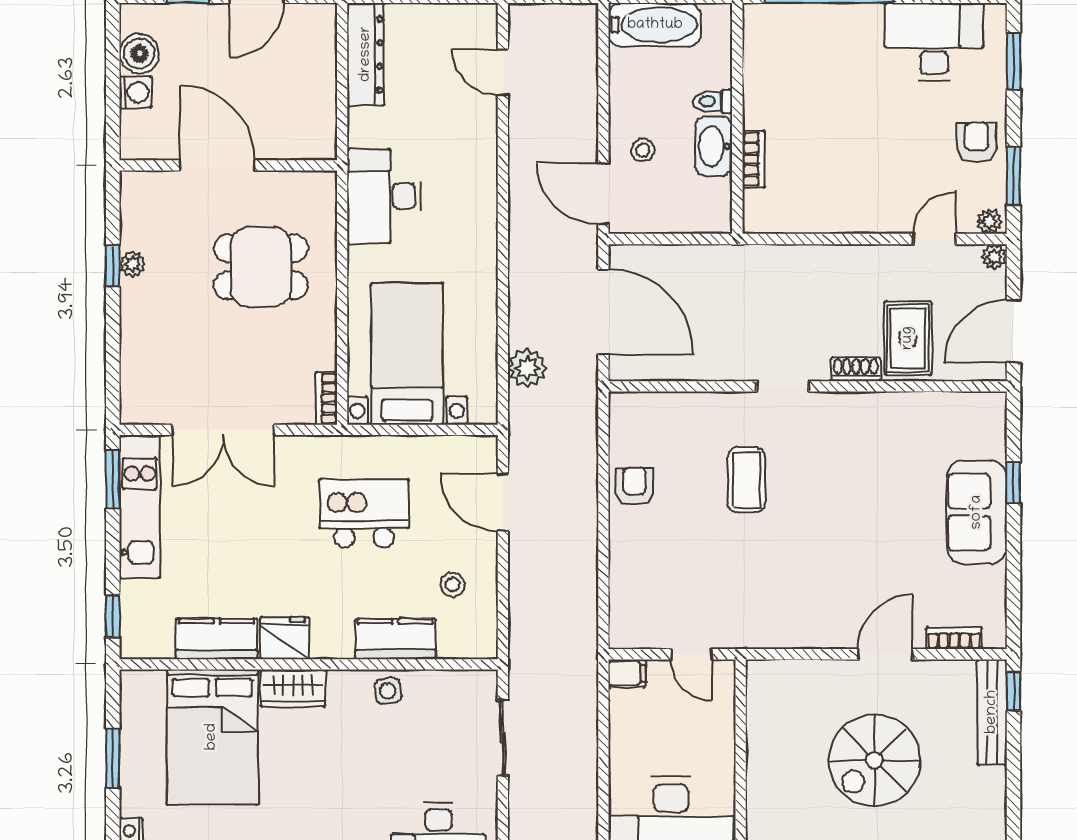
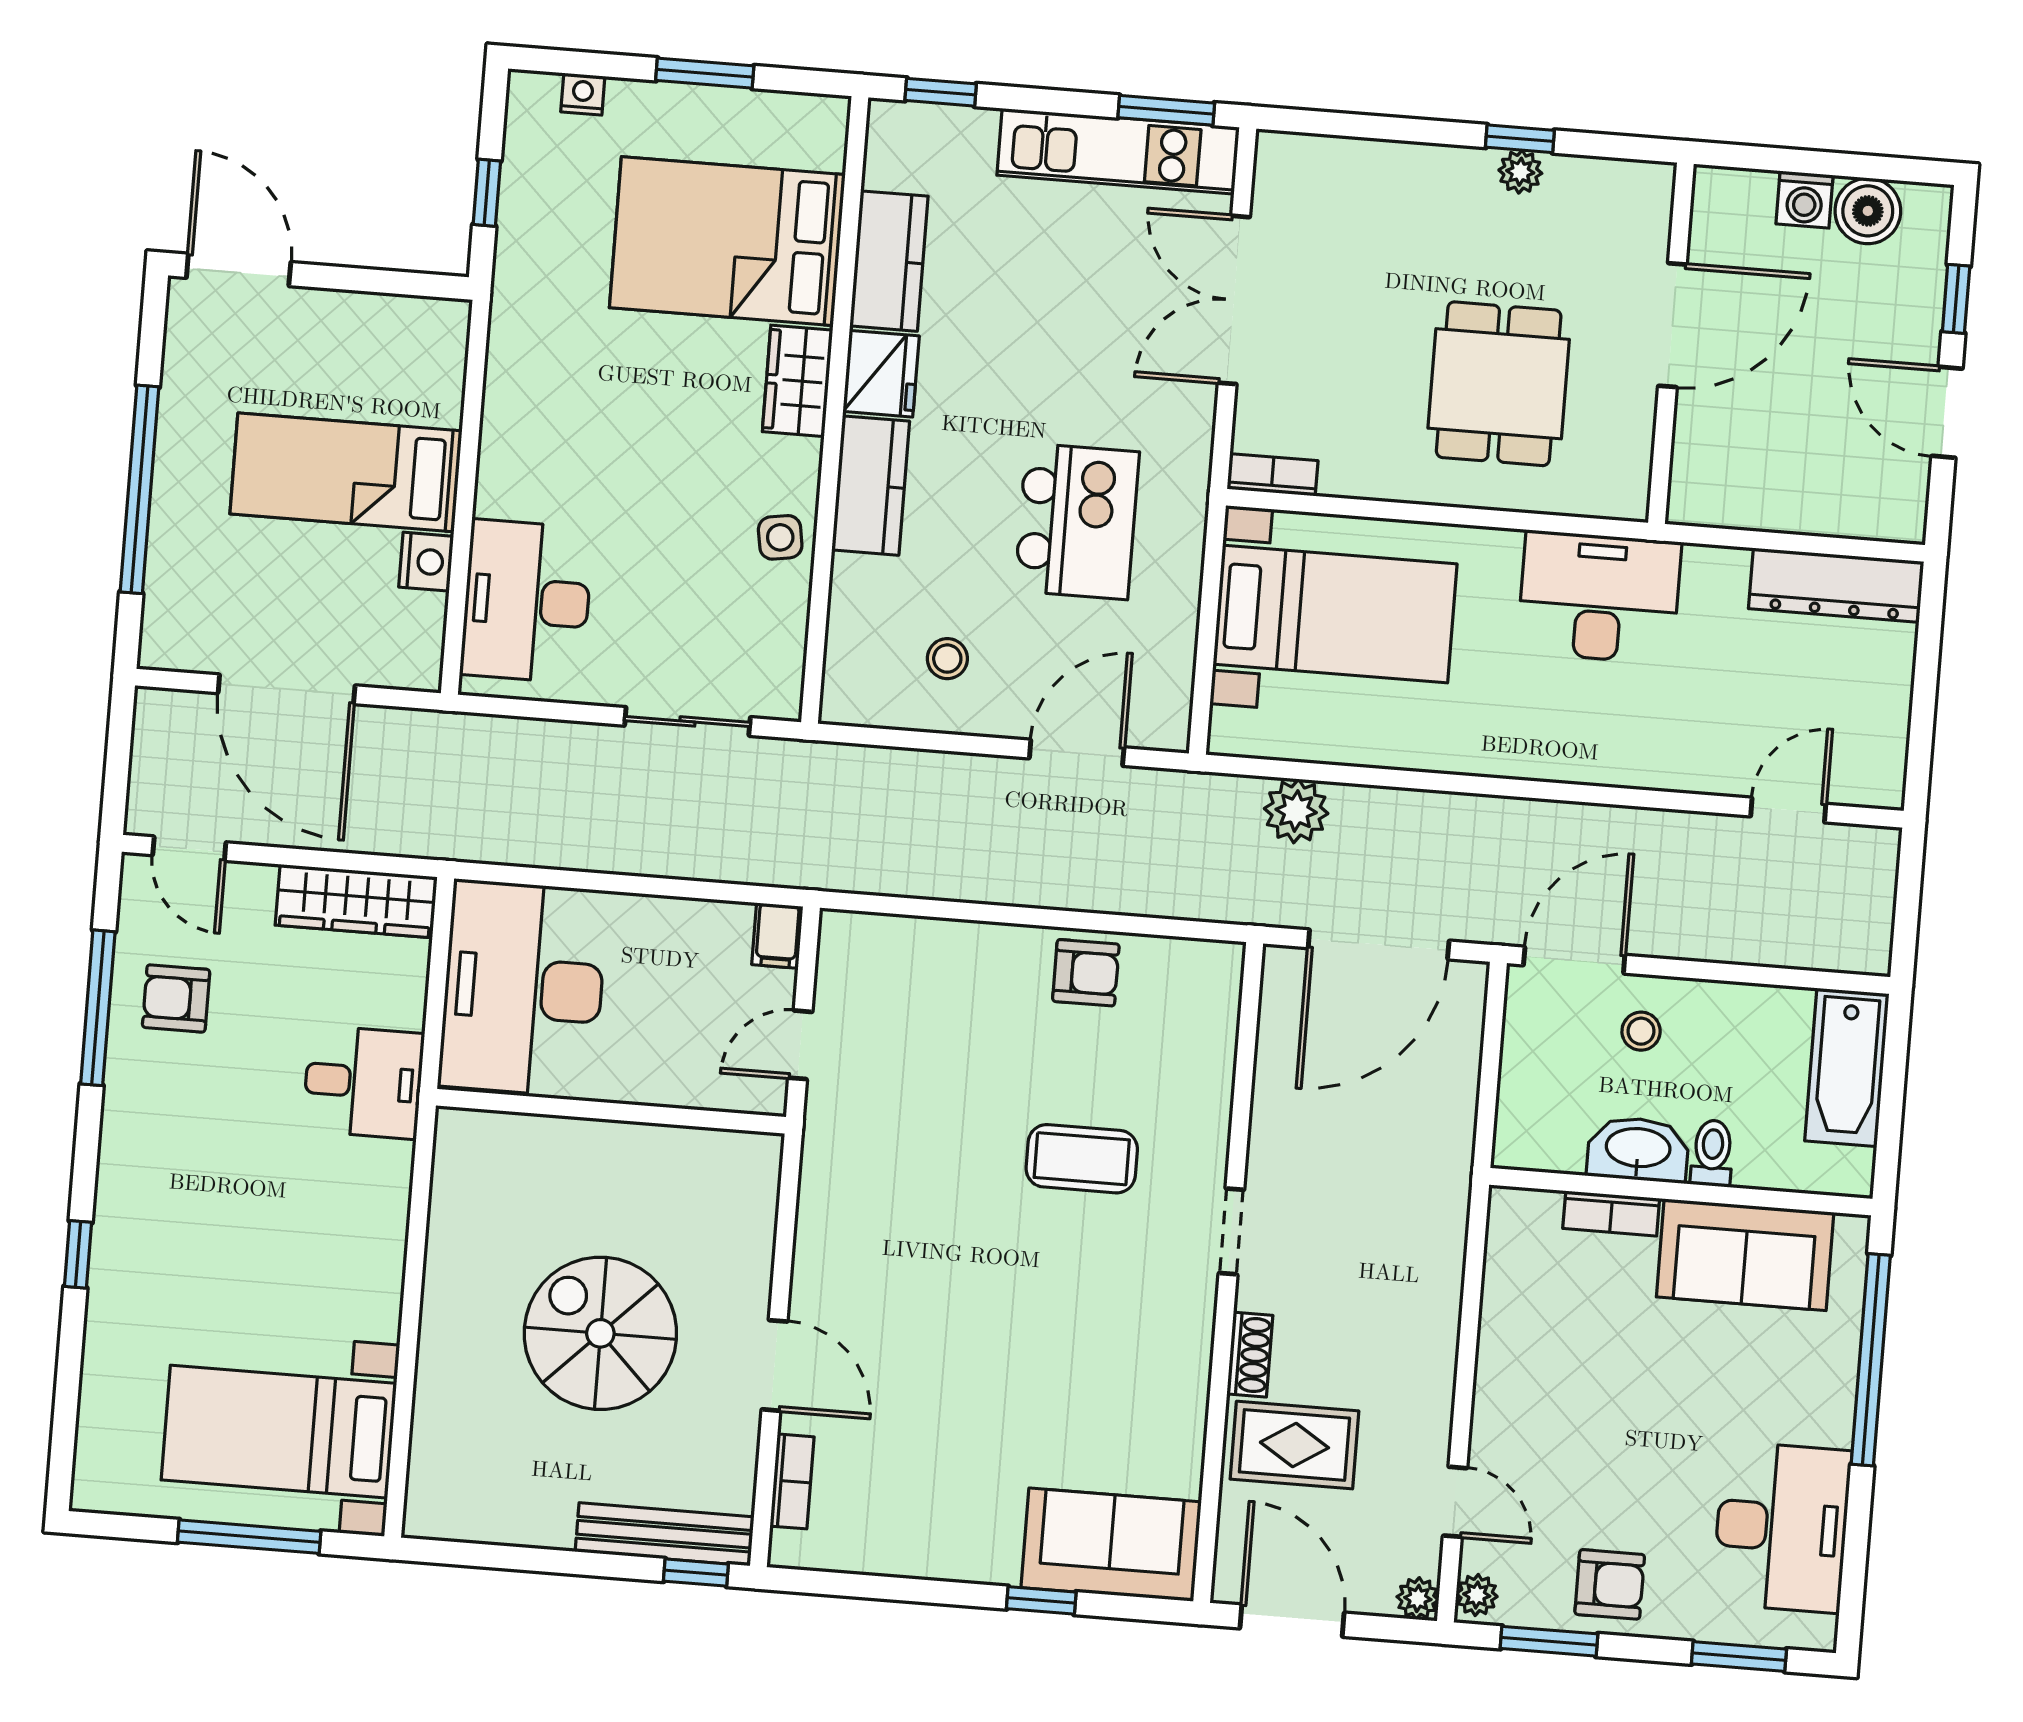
sofa: (772, 77) -> (1745, 1255), added
sofa: (977, 512) -> (1111, 1545), moved
kitchen counter: (395, 639) -> (871, 486), moved

